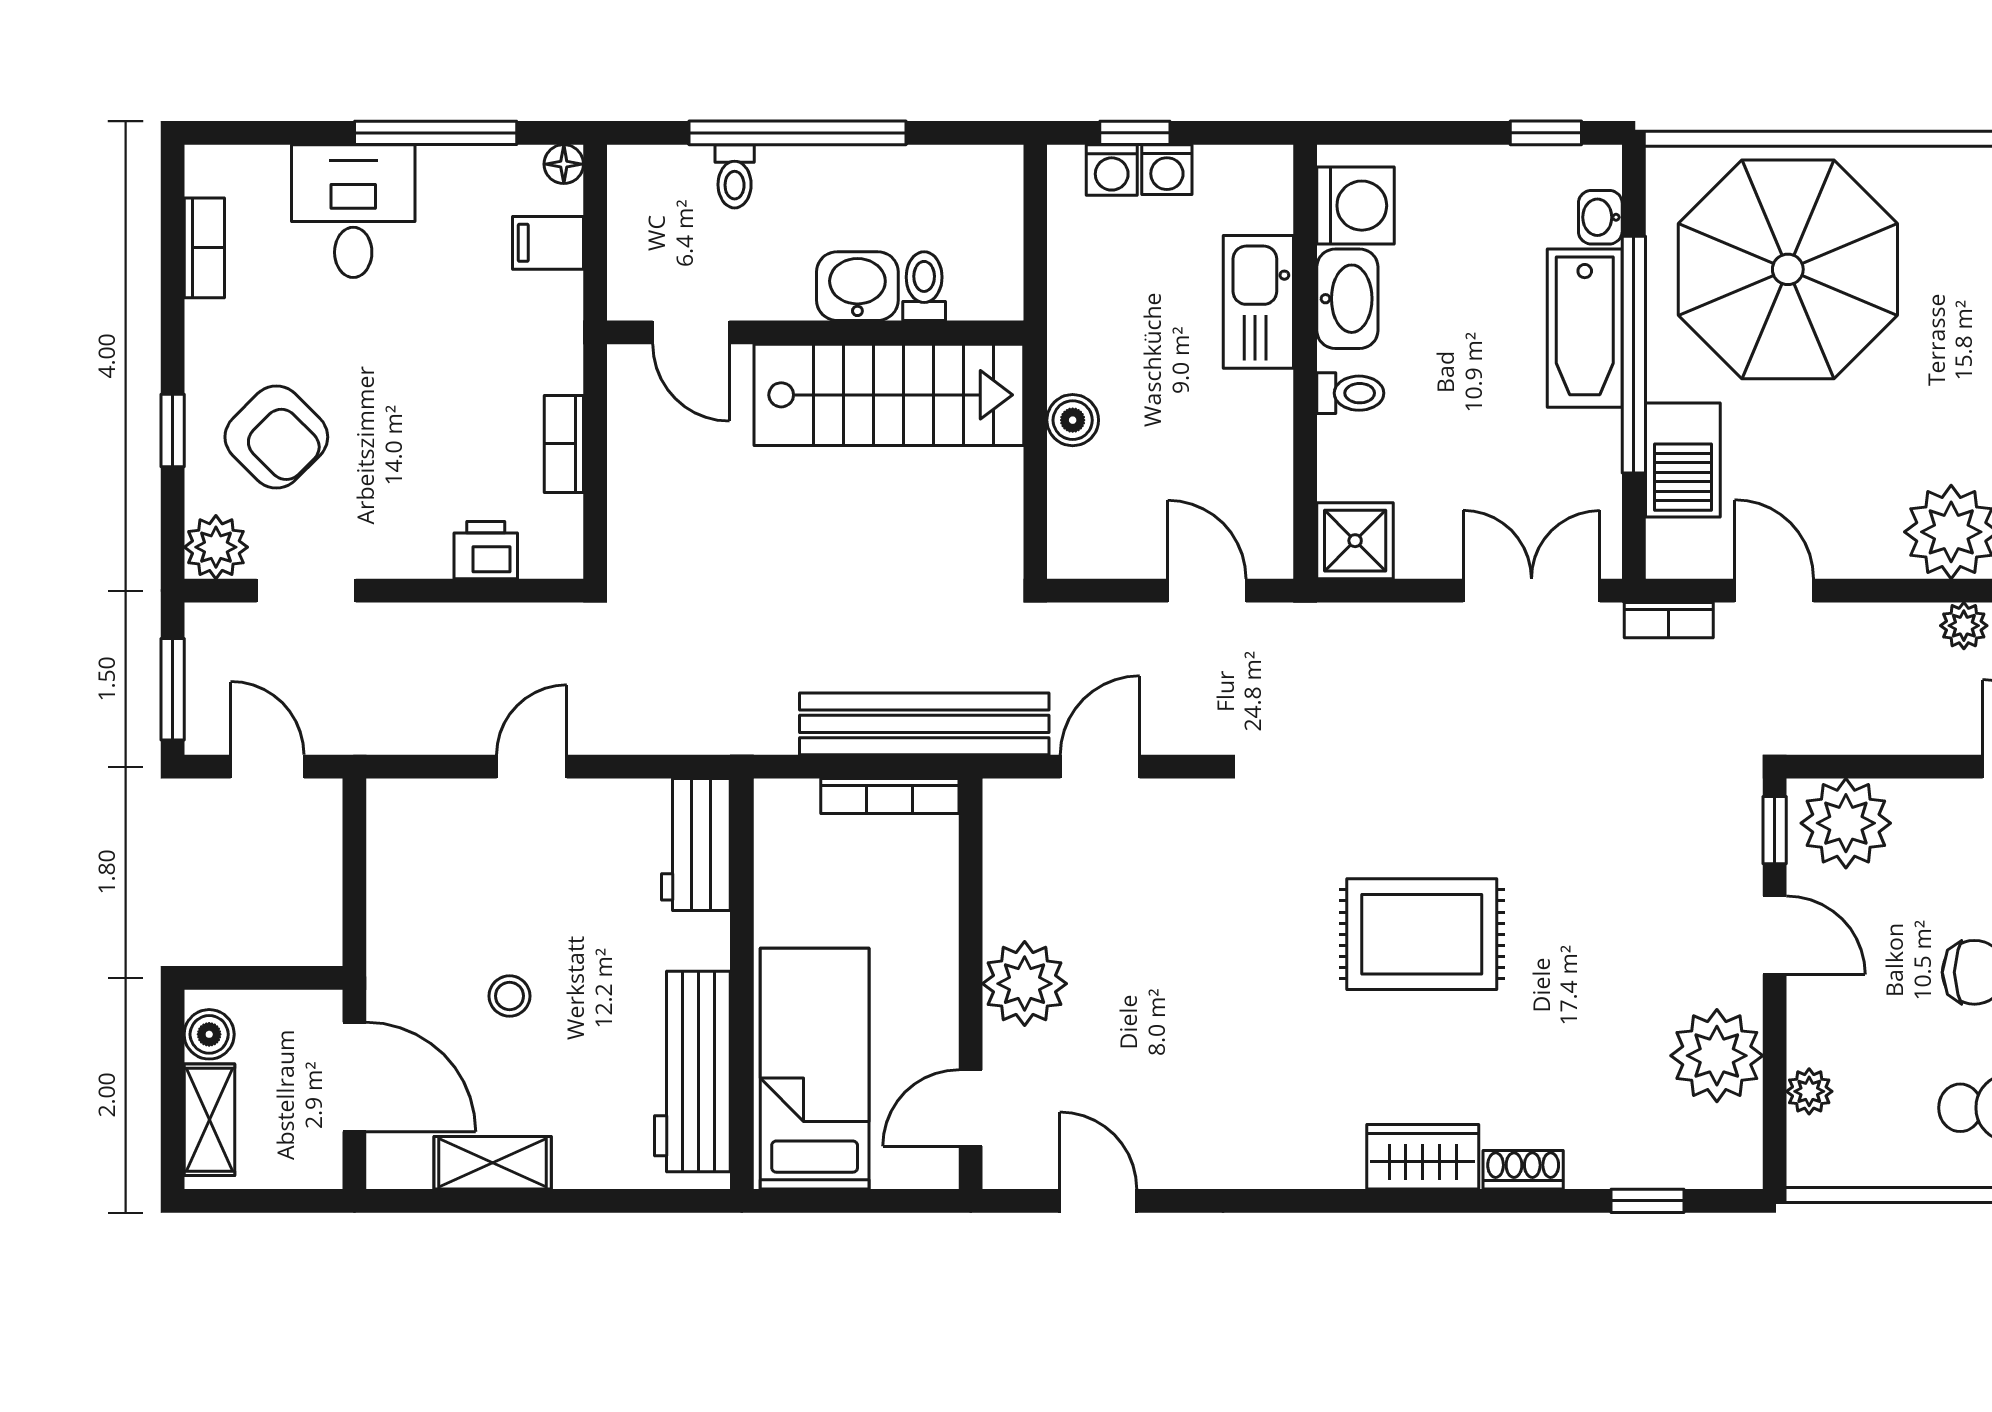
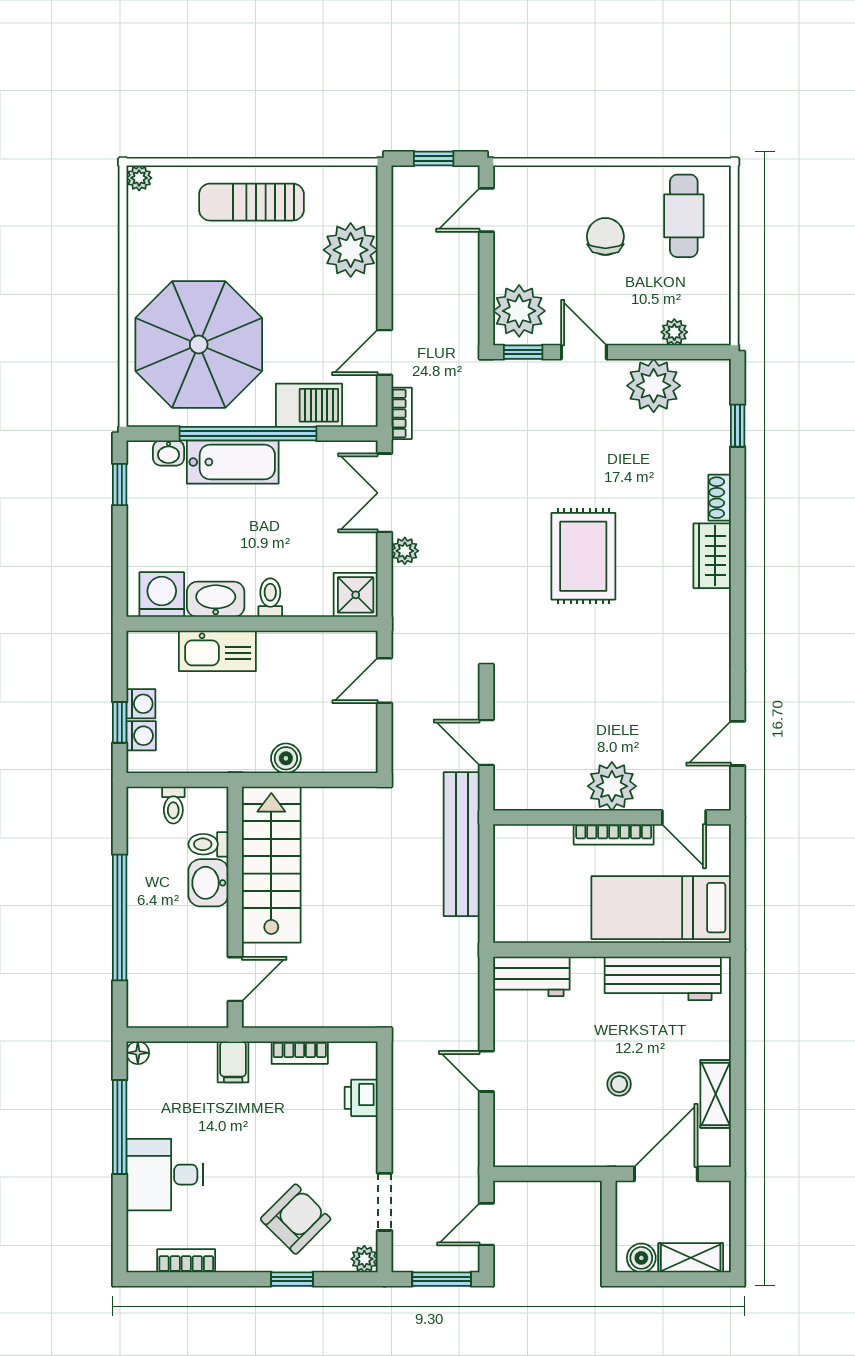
toilet: (735, 176) -> (173, 805), moved, turned 90
filing cabinet: (548, 243) -> (233, 1062), moved
plant: (216, 547) -> (364, 1259), width x0.73, depth x0.73
plant: (1964, 626) -> (405, 551), moved
bookcase: (890, 796) -> (614, 834), moved, turned 90
door: (1775, 935) -> (584, 352), hinge flipped

